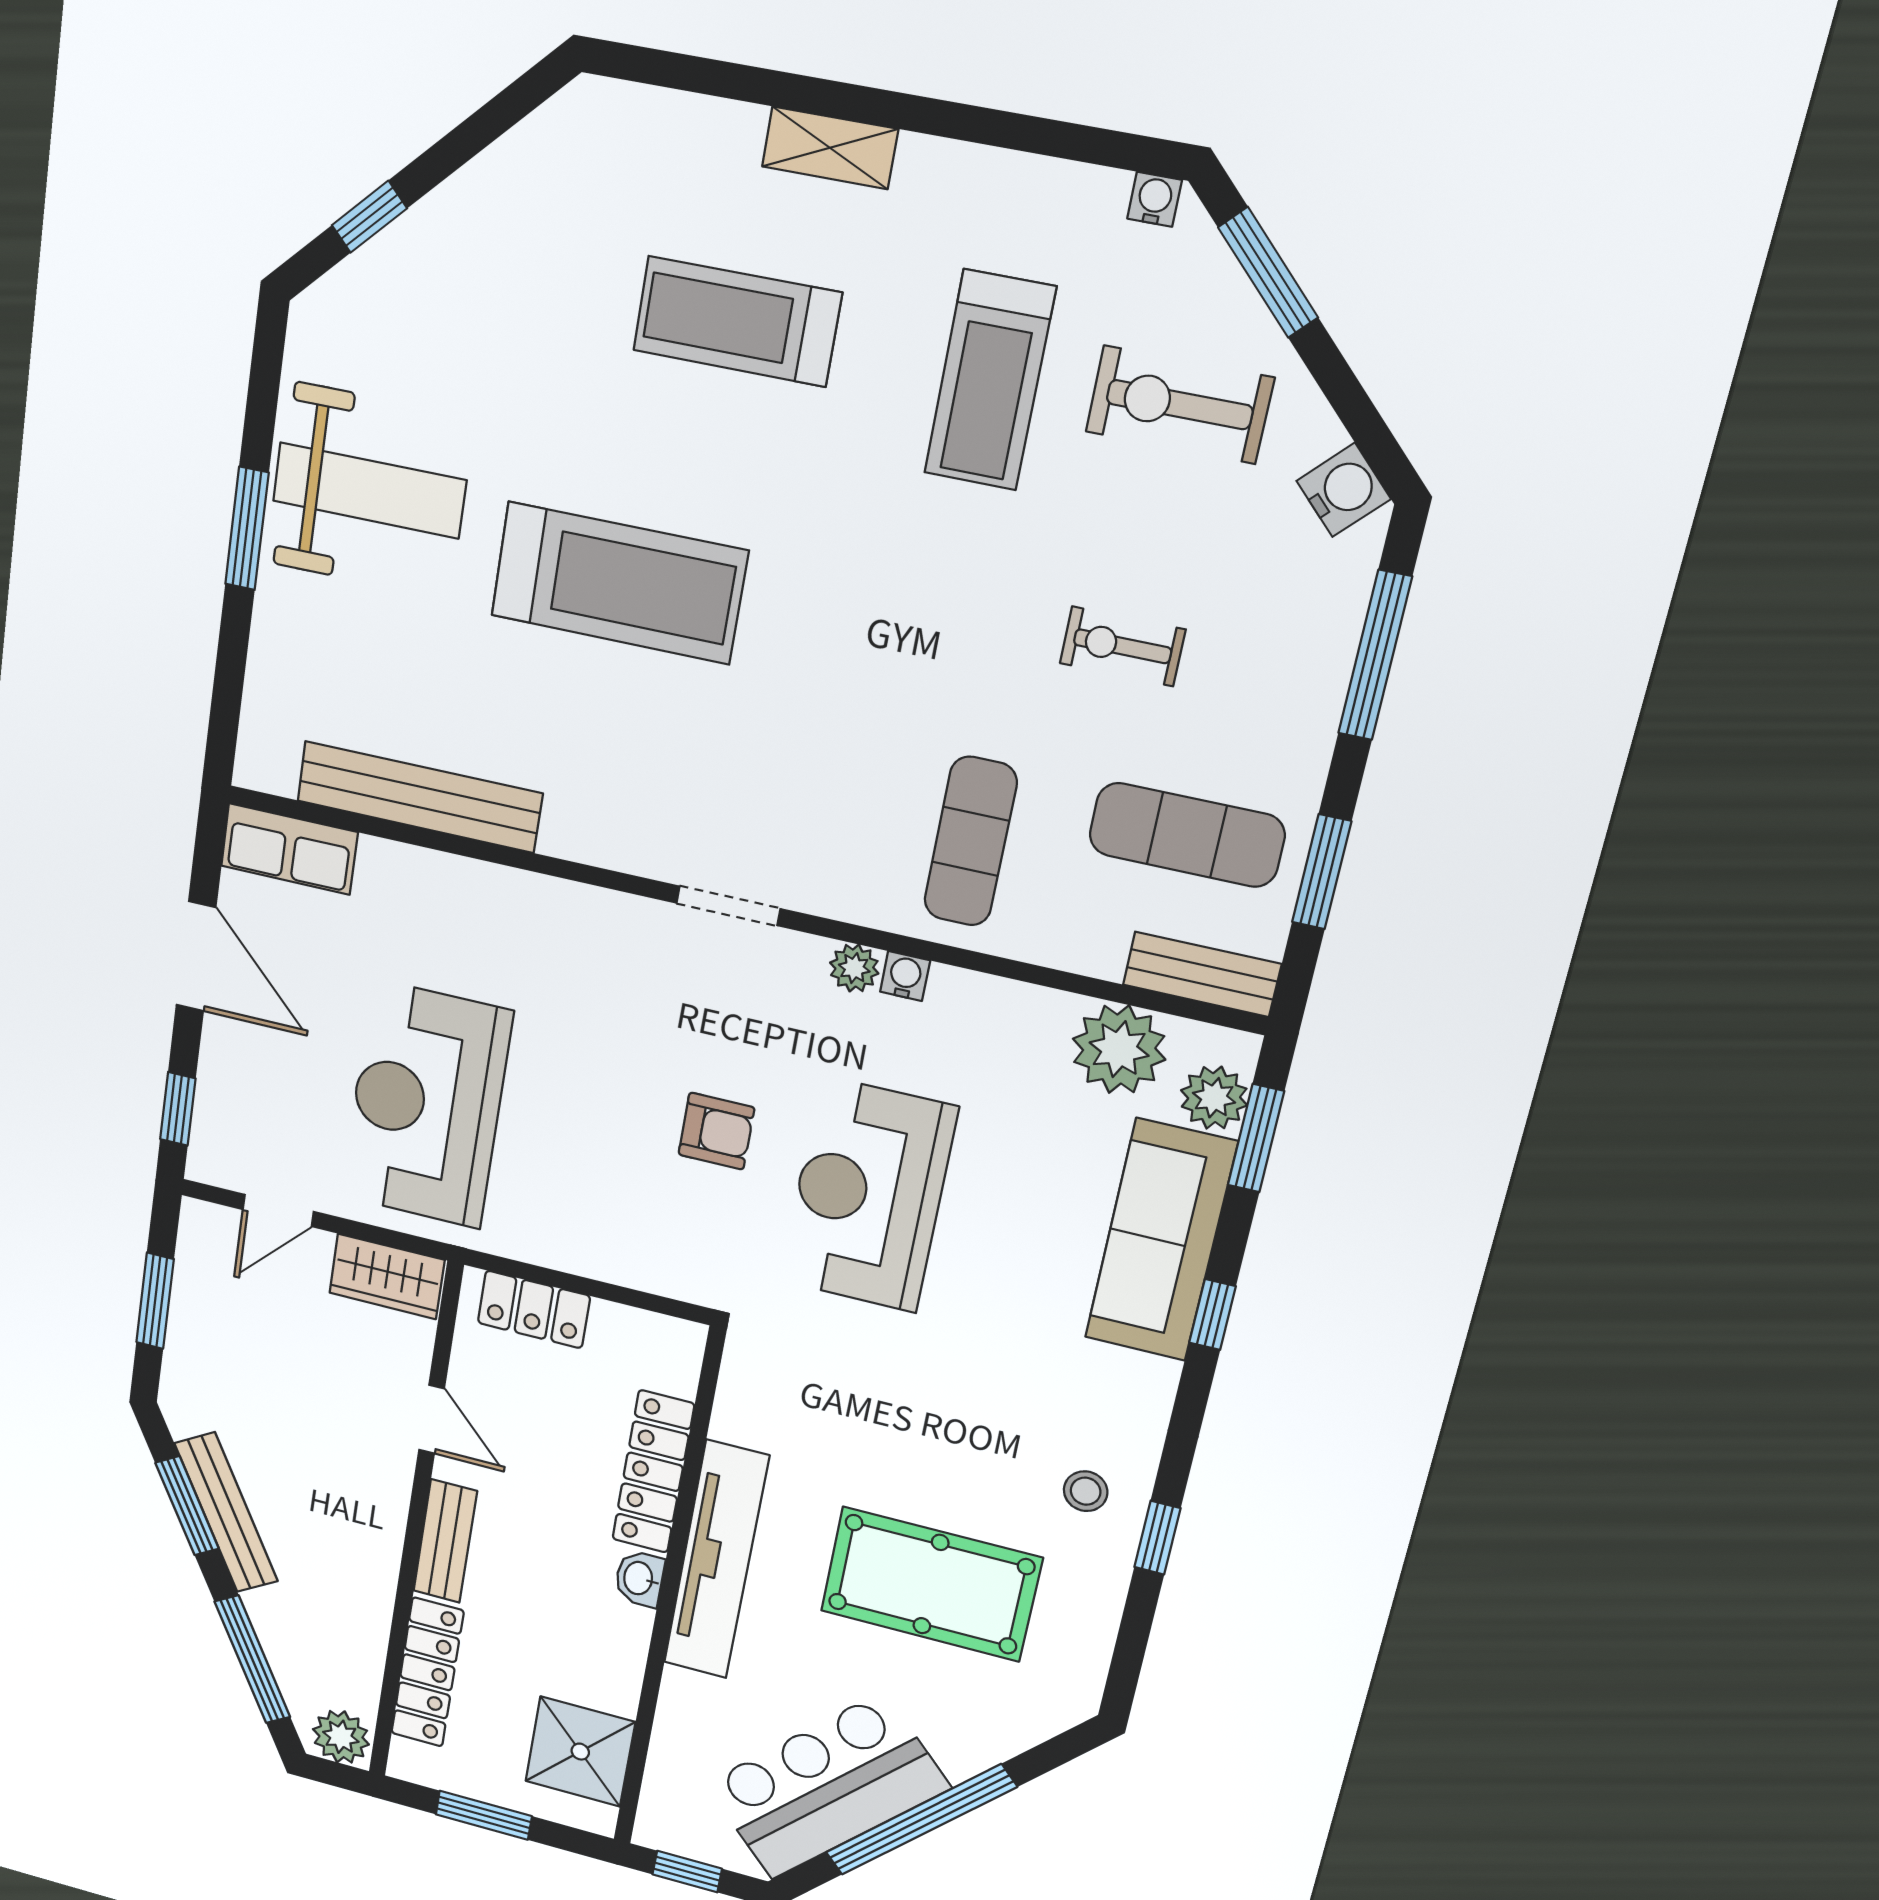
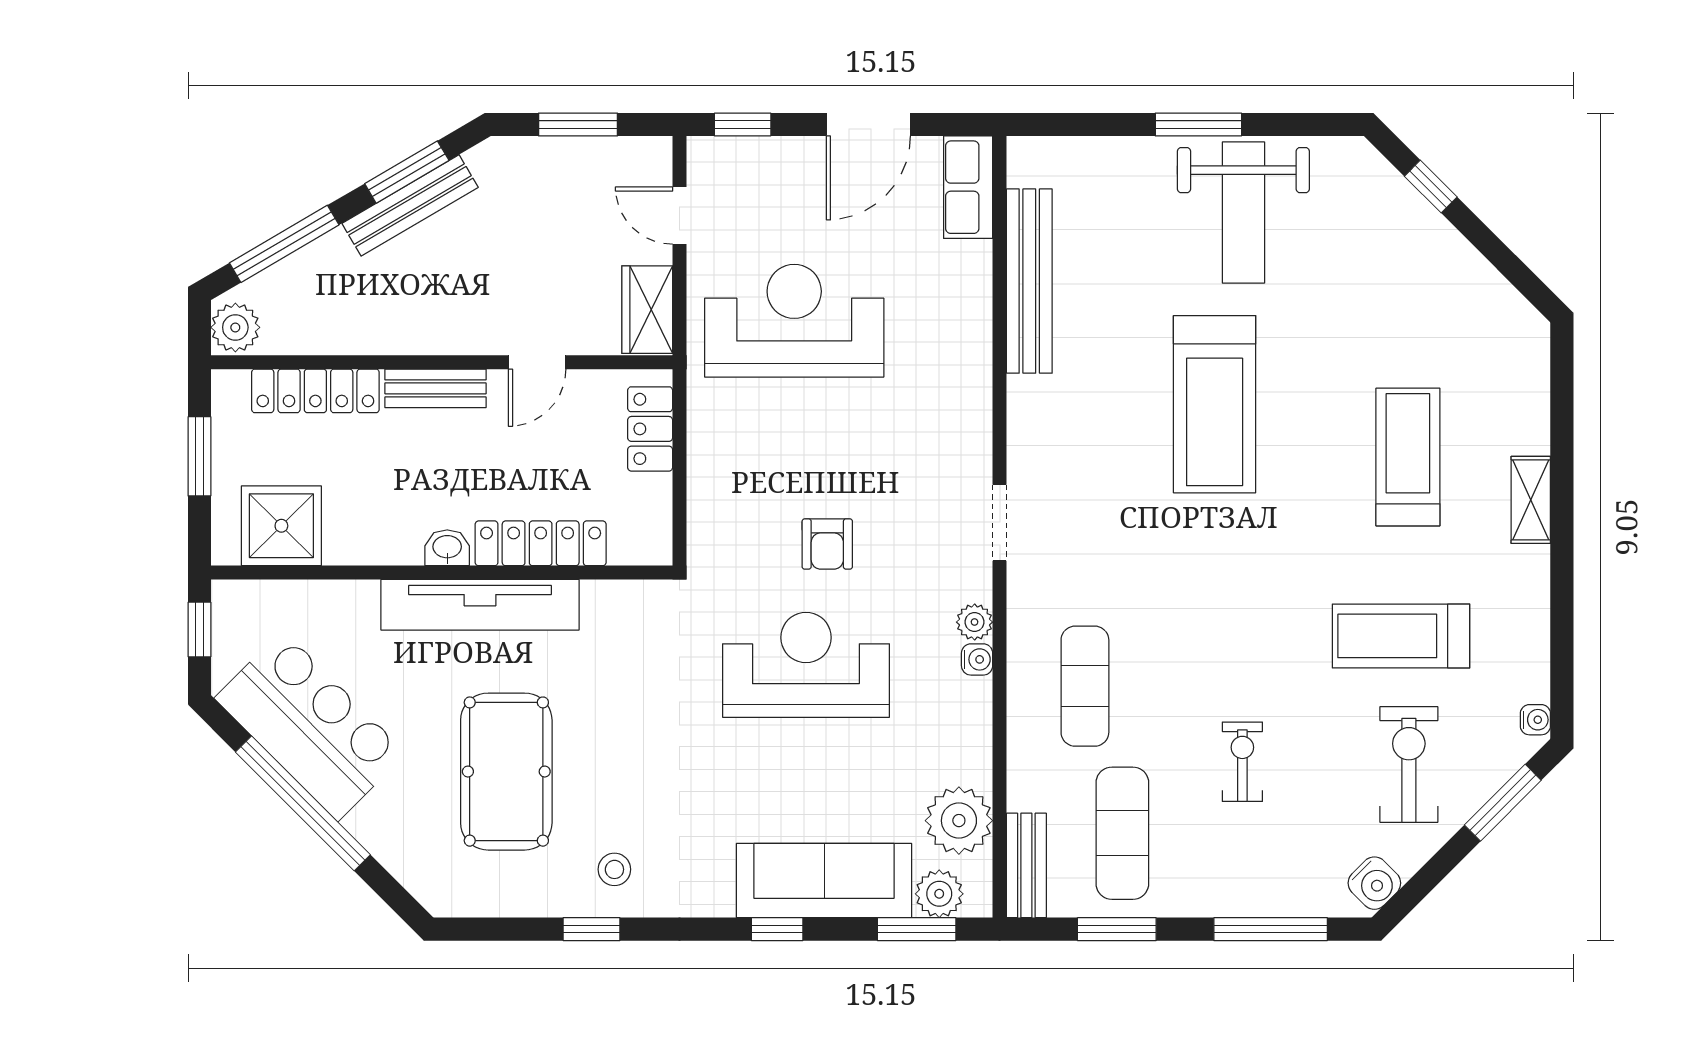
exercise mat: (970, 841) -> (1085, 686), turned 90

